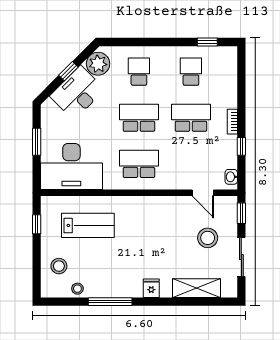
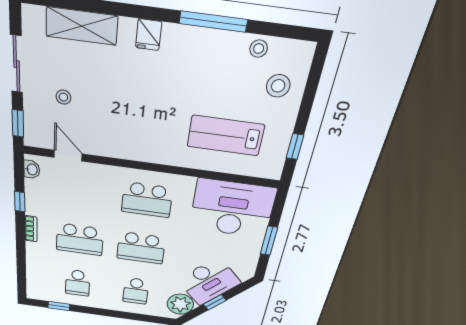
stool: (208, 238) -> (63, 97), width x0.53, depth x0.53

